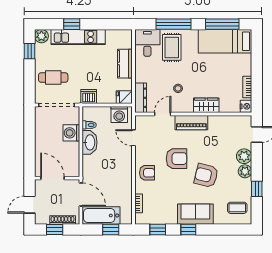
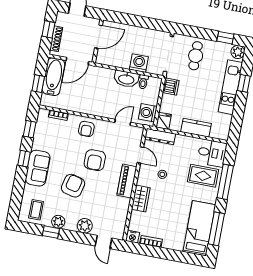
plant: (245, 171) -> (58, 222), moved

